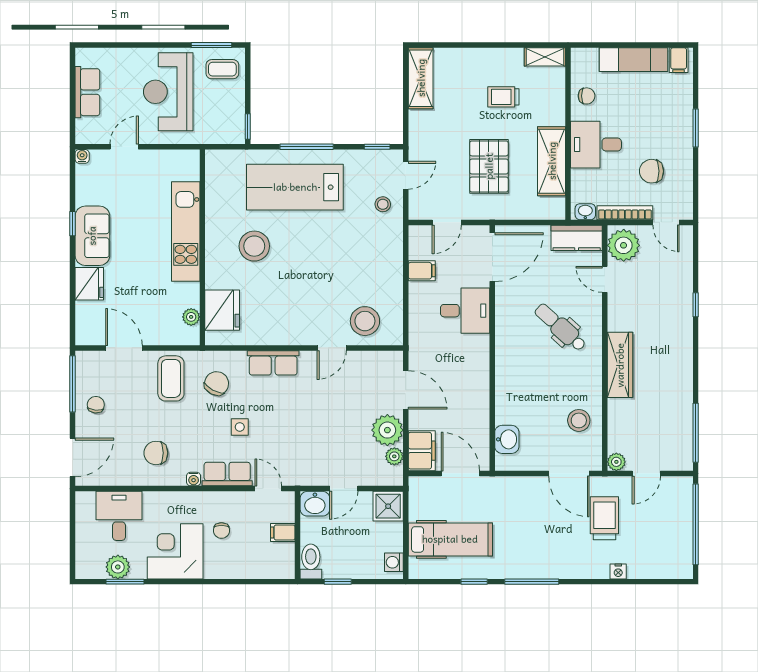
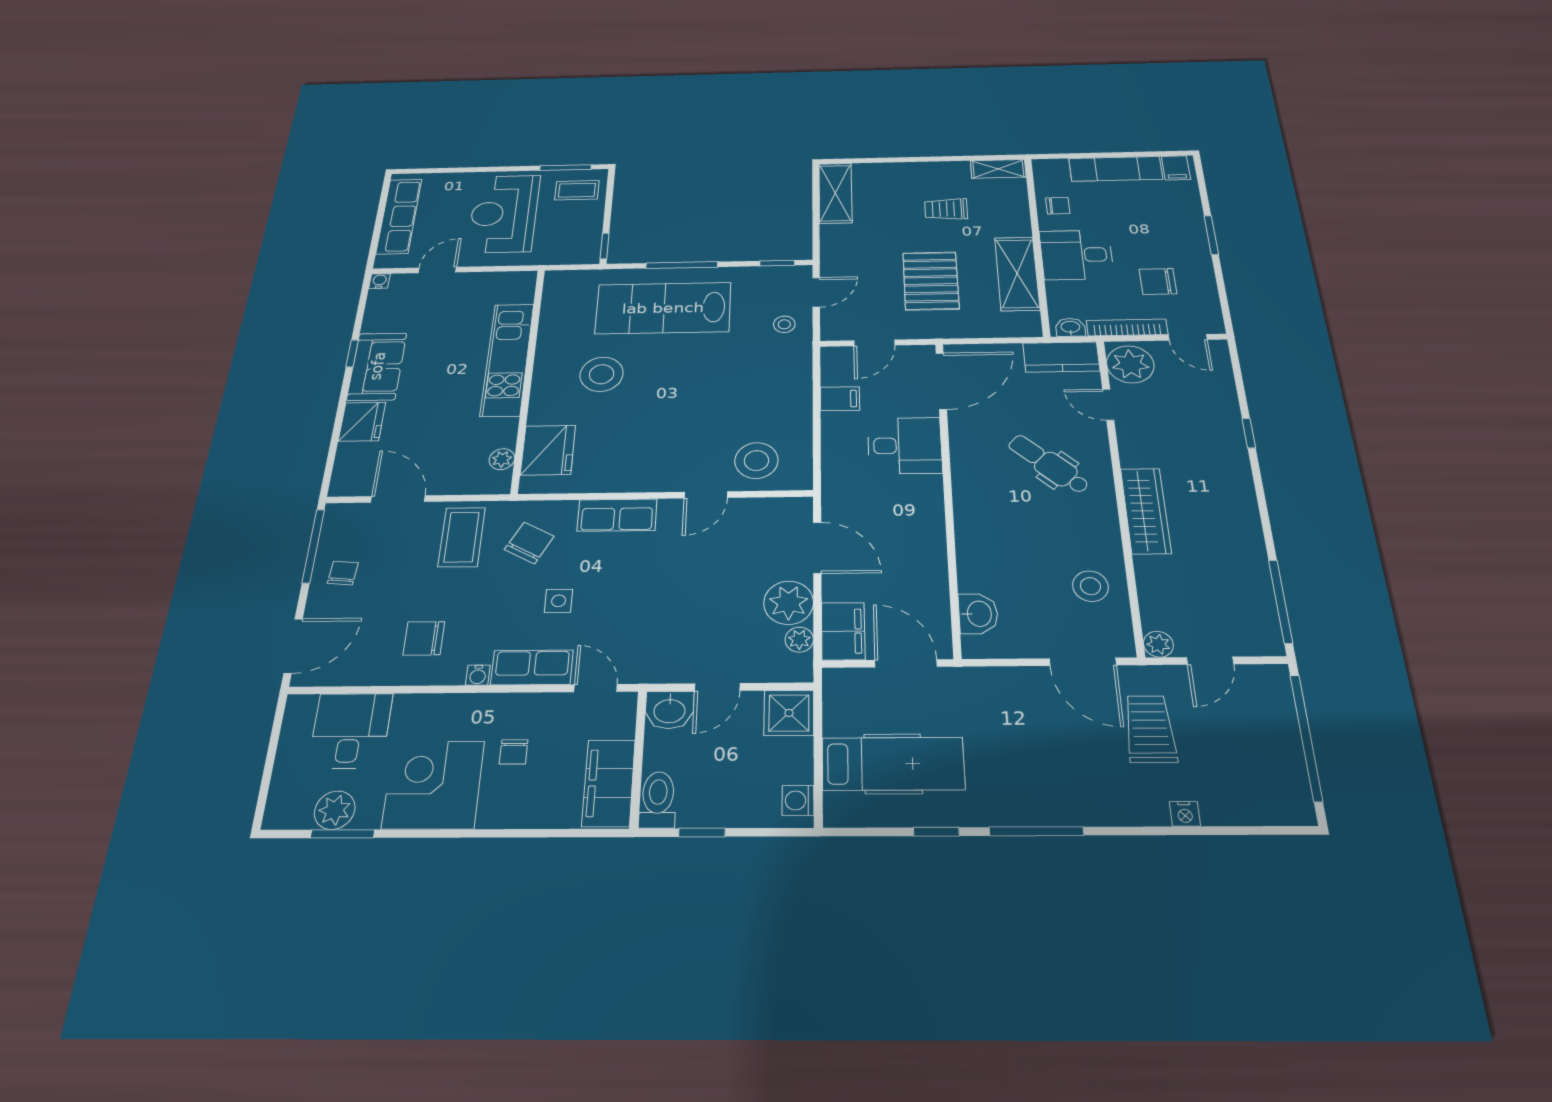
row of seats: (87, 92) -> (399, 216), width x1.48
filing cabinet: (283, 532) -> (609, 783), width x3.00, depth x1.17

